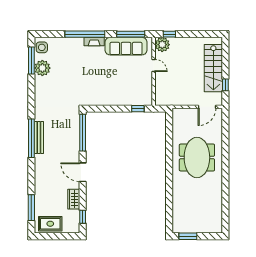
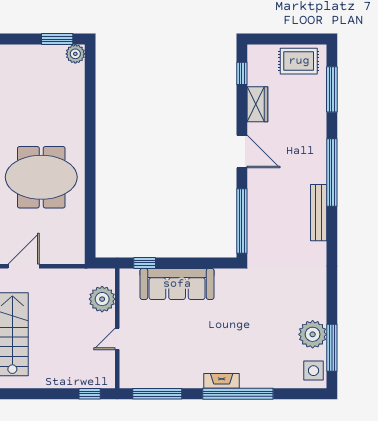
plant: (162, 45) -> (102, 299), moved
sofa: (126, 46) -> (177, 284), moved, turned 180
door: (154, 65) -> (117, 339), hinge flipped
window: (31, 138) -> (332, 172), moved
meeting table: (197, 158) -> (41, 177), turned 90
plant: (177, 228) -> (75, 54), added

